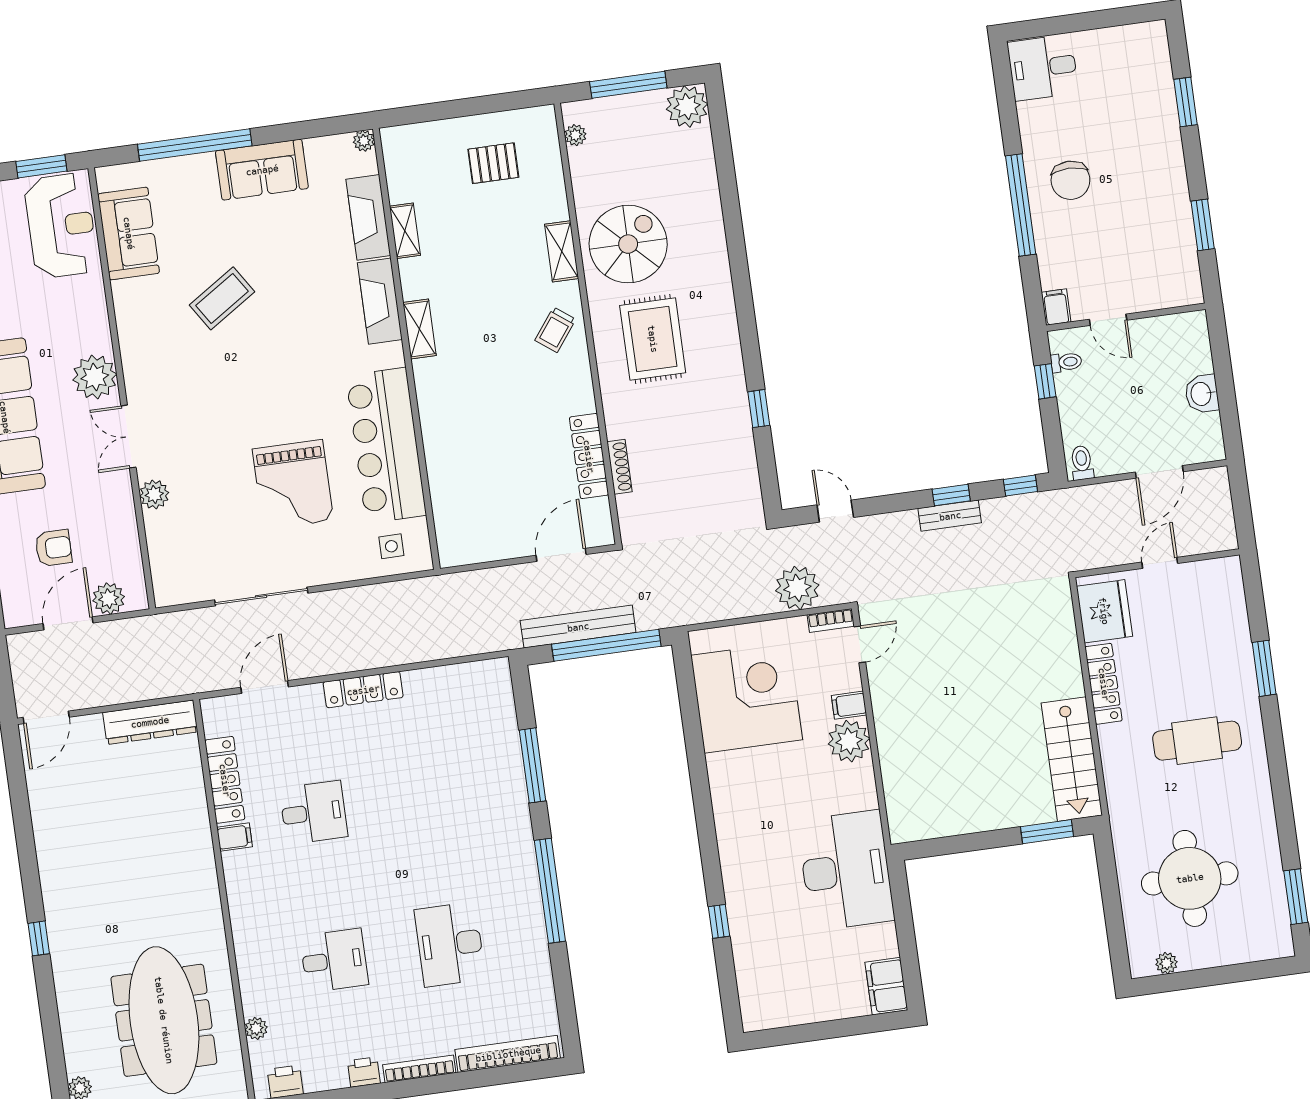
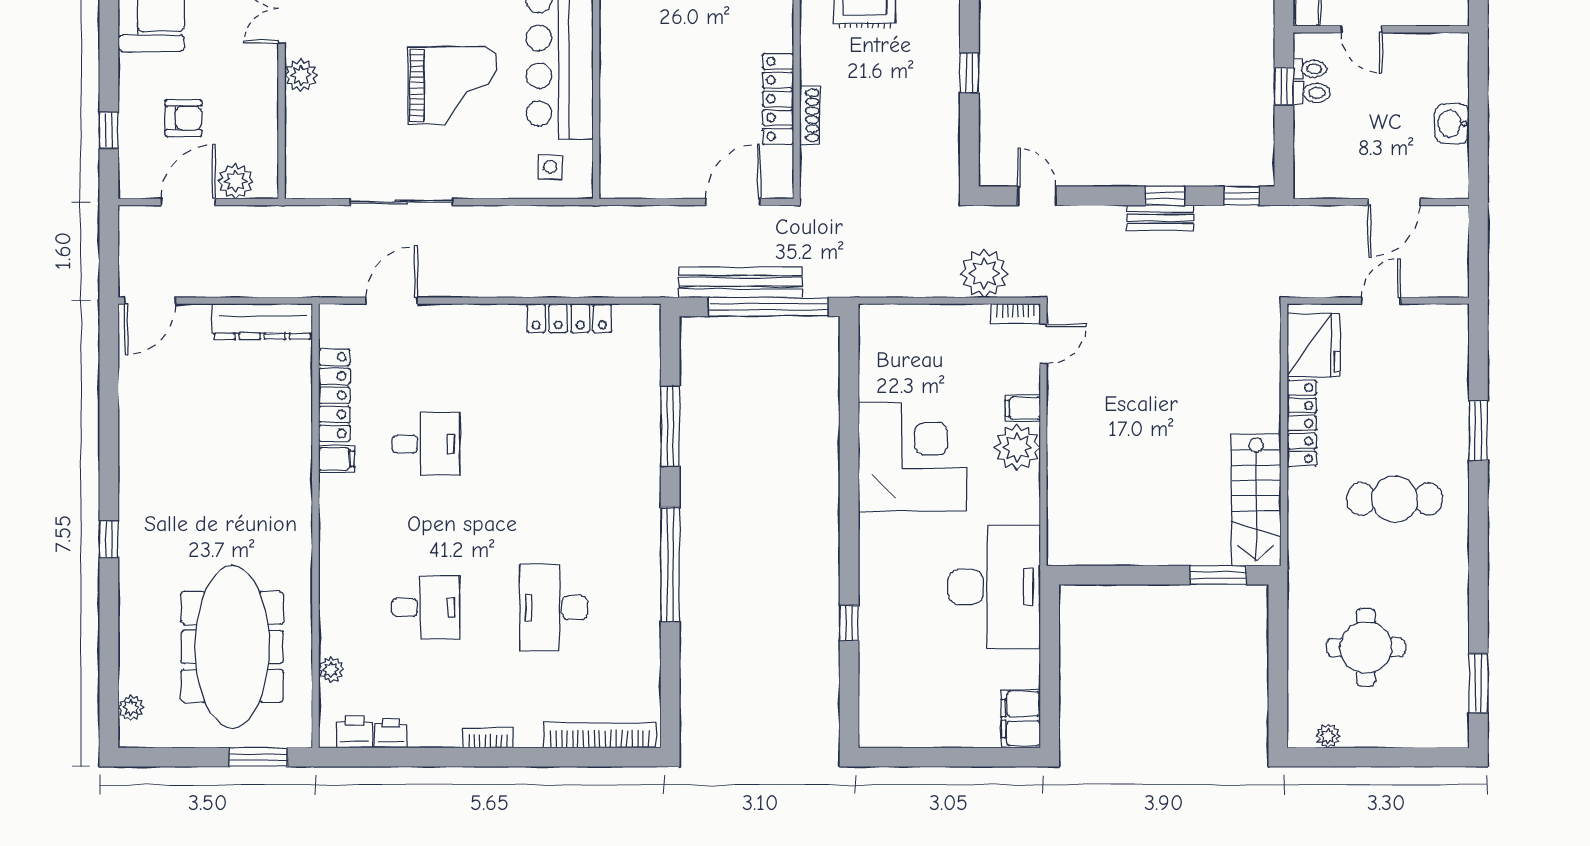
toilet: (1082, 463) -> (1312, 93), moved, turned 90
grand piano: (293, 485) -> (453, 85), turned -90
locker: (363, 690) -> (569, 318), moved
corner desk: (747, 698) -> (913, 457), moved
round table: (1190, 878) -> (1366, 647), width x0.73, depth x0.73
bookcase: (419, 1069) -> (488, 738), width x0.64
printer: (364, 1072) -> (391, 733), moved

